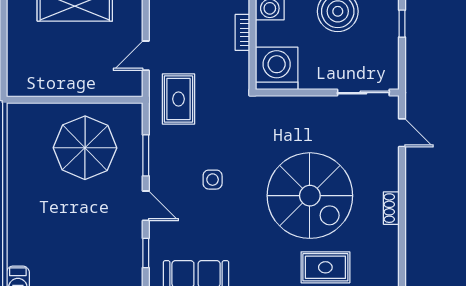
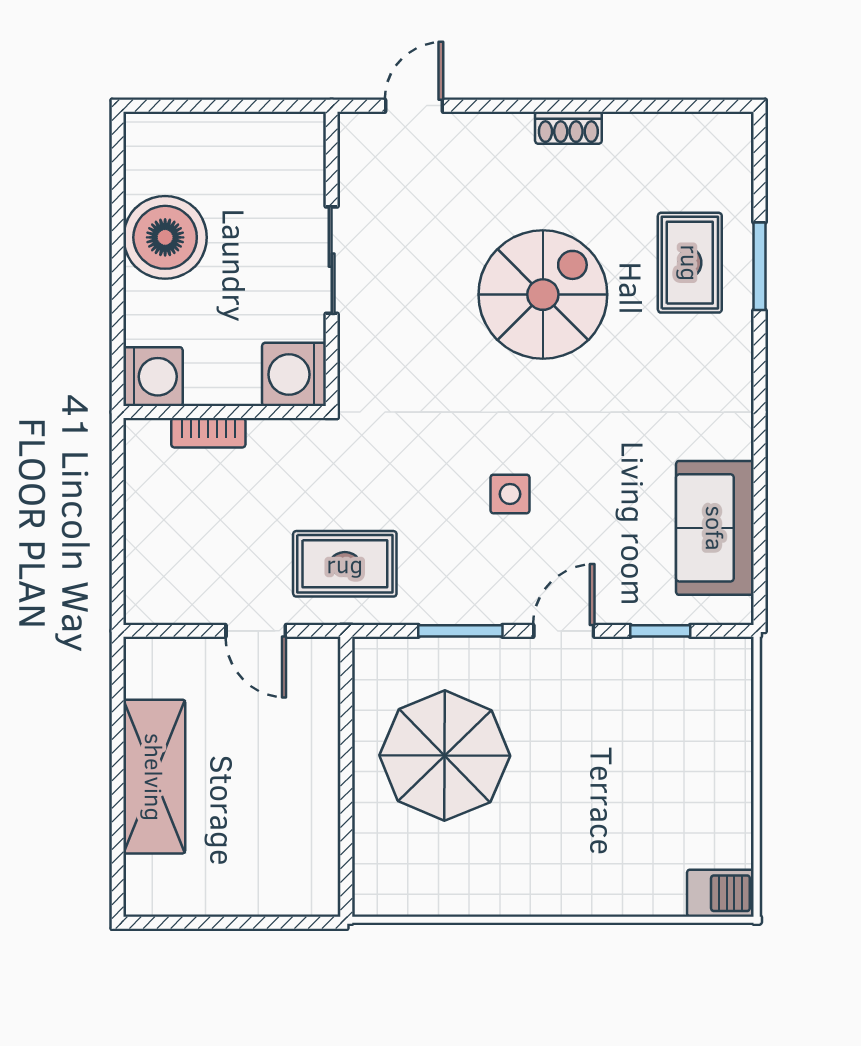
window: (402, 24) -> (191, 106), removed
washing machine: (277, 68) -> (294, 374), width x0.73, depth x0.73
sliding door: (363, 93) -> (332, 260), moved
spiral stairs: (310, 196) -> (543, 295), width x0.73, depth x0.73

